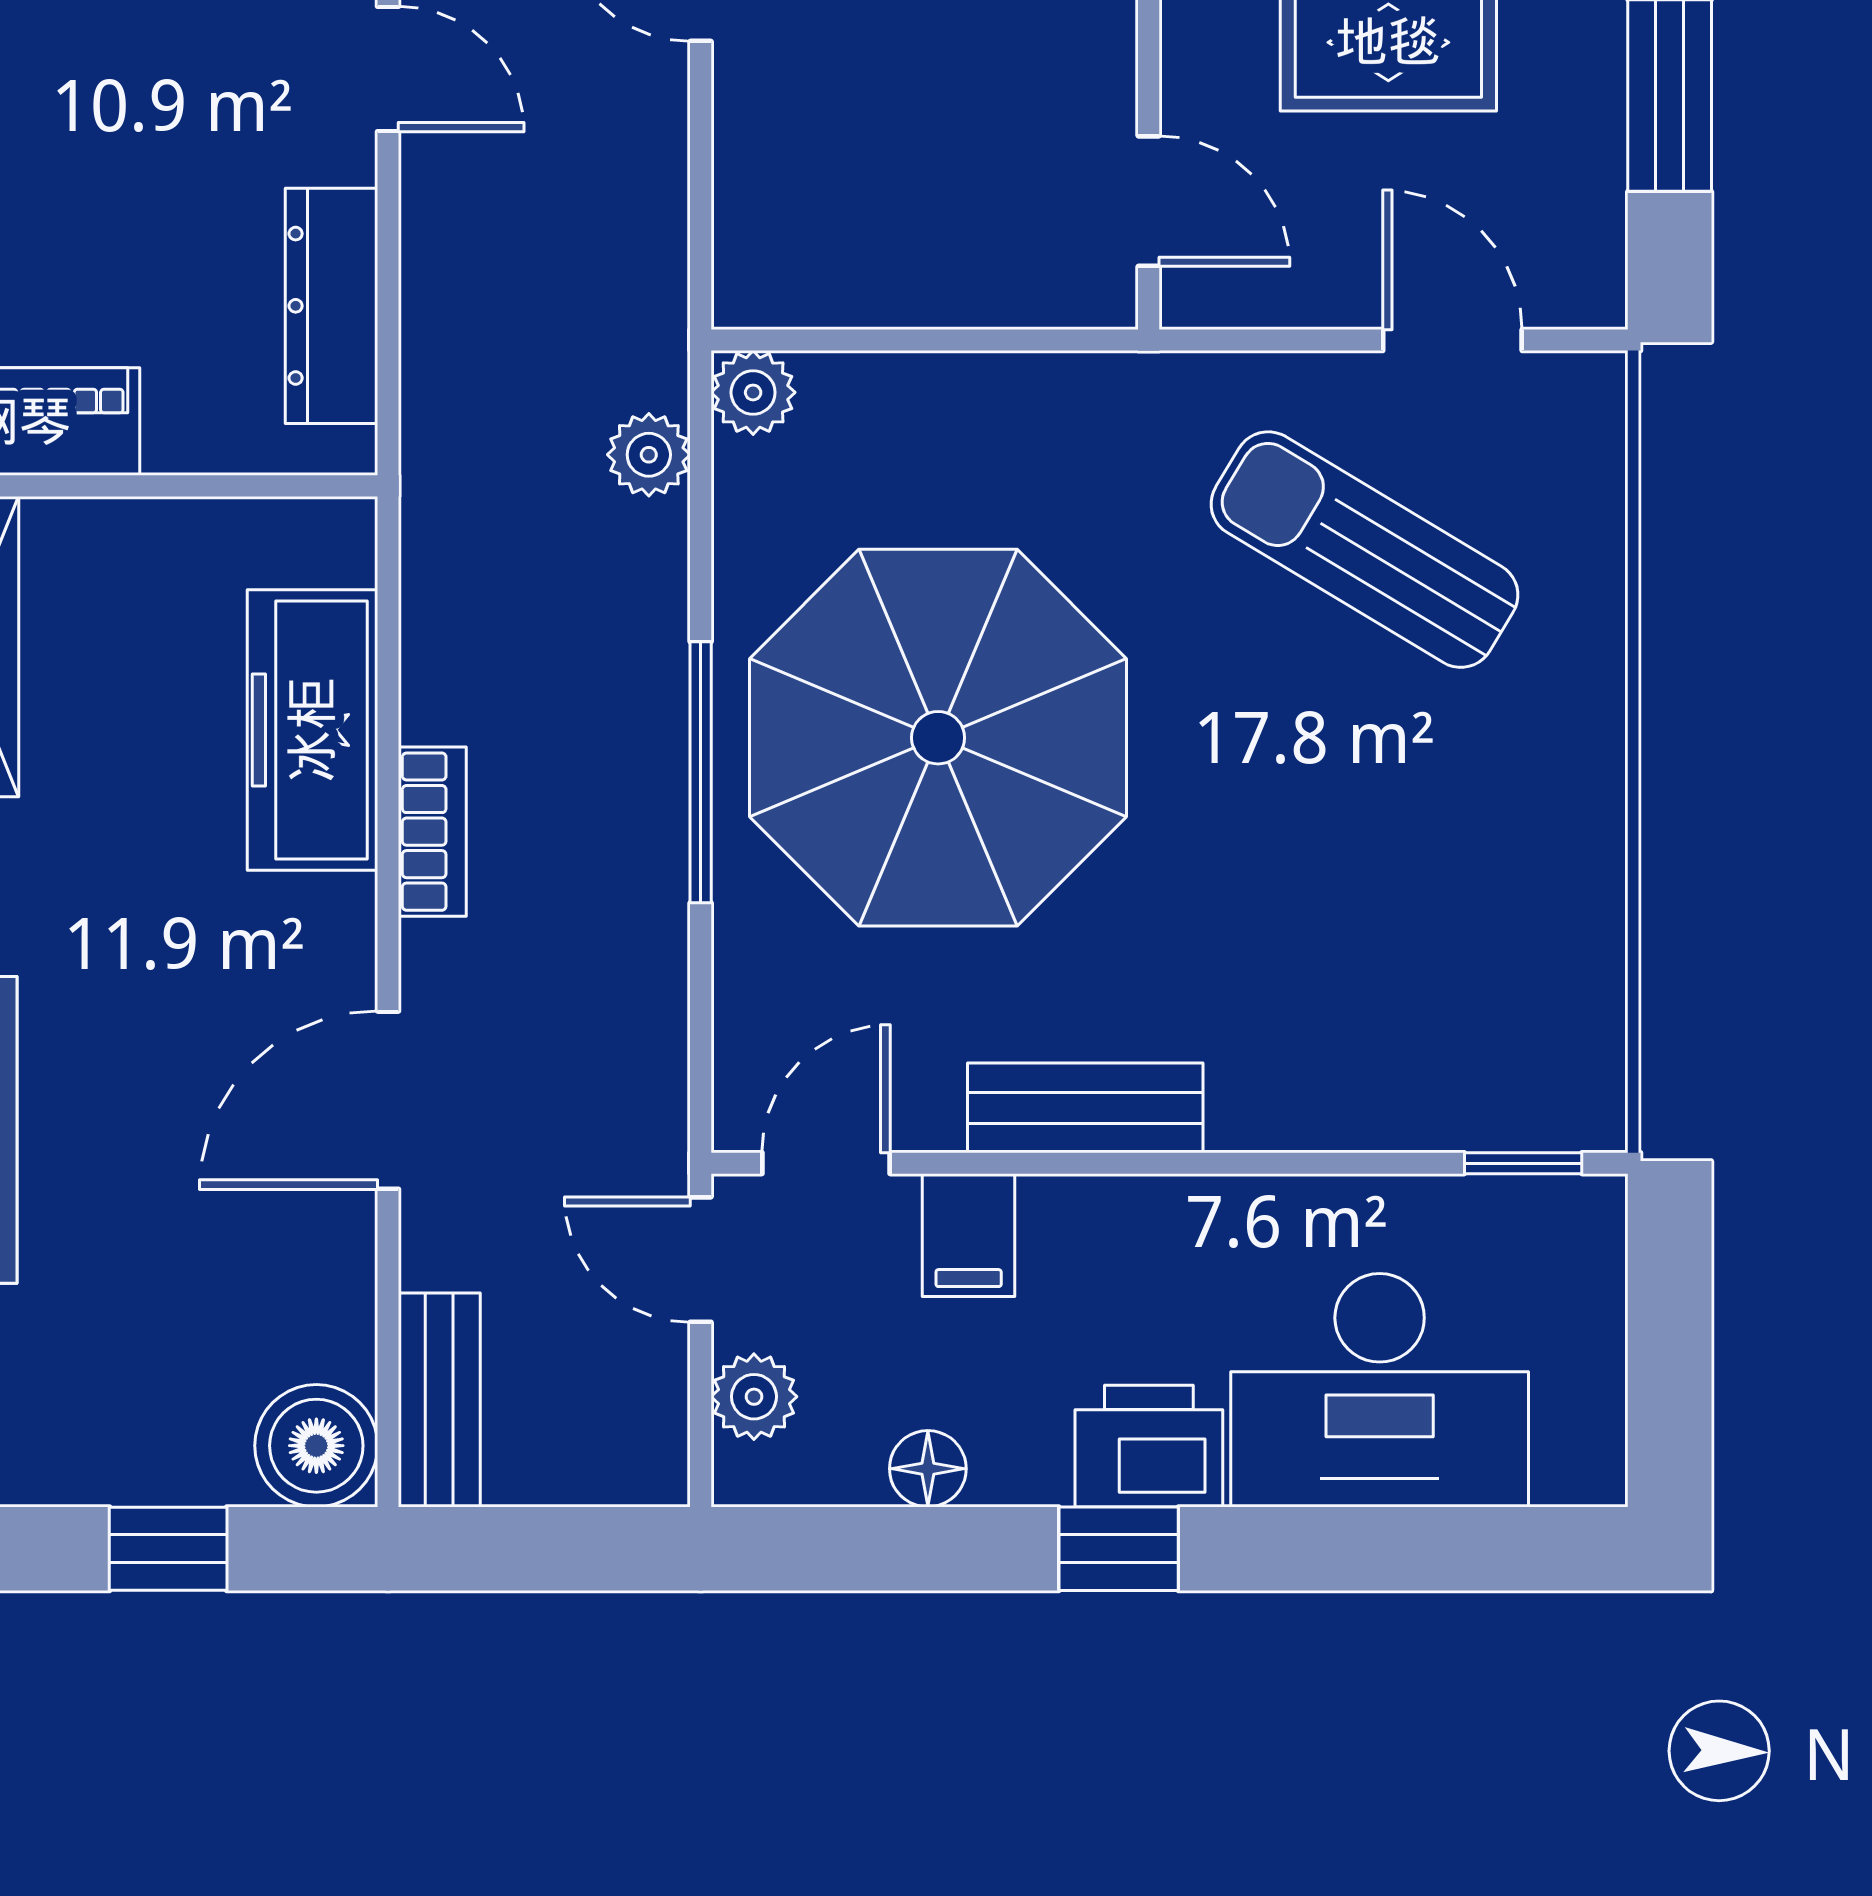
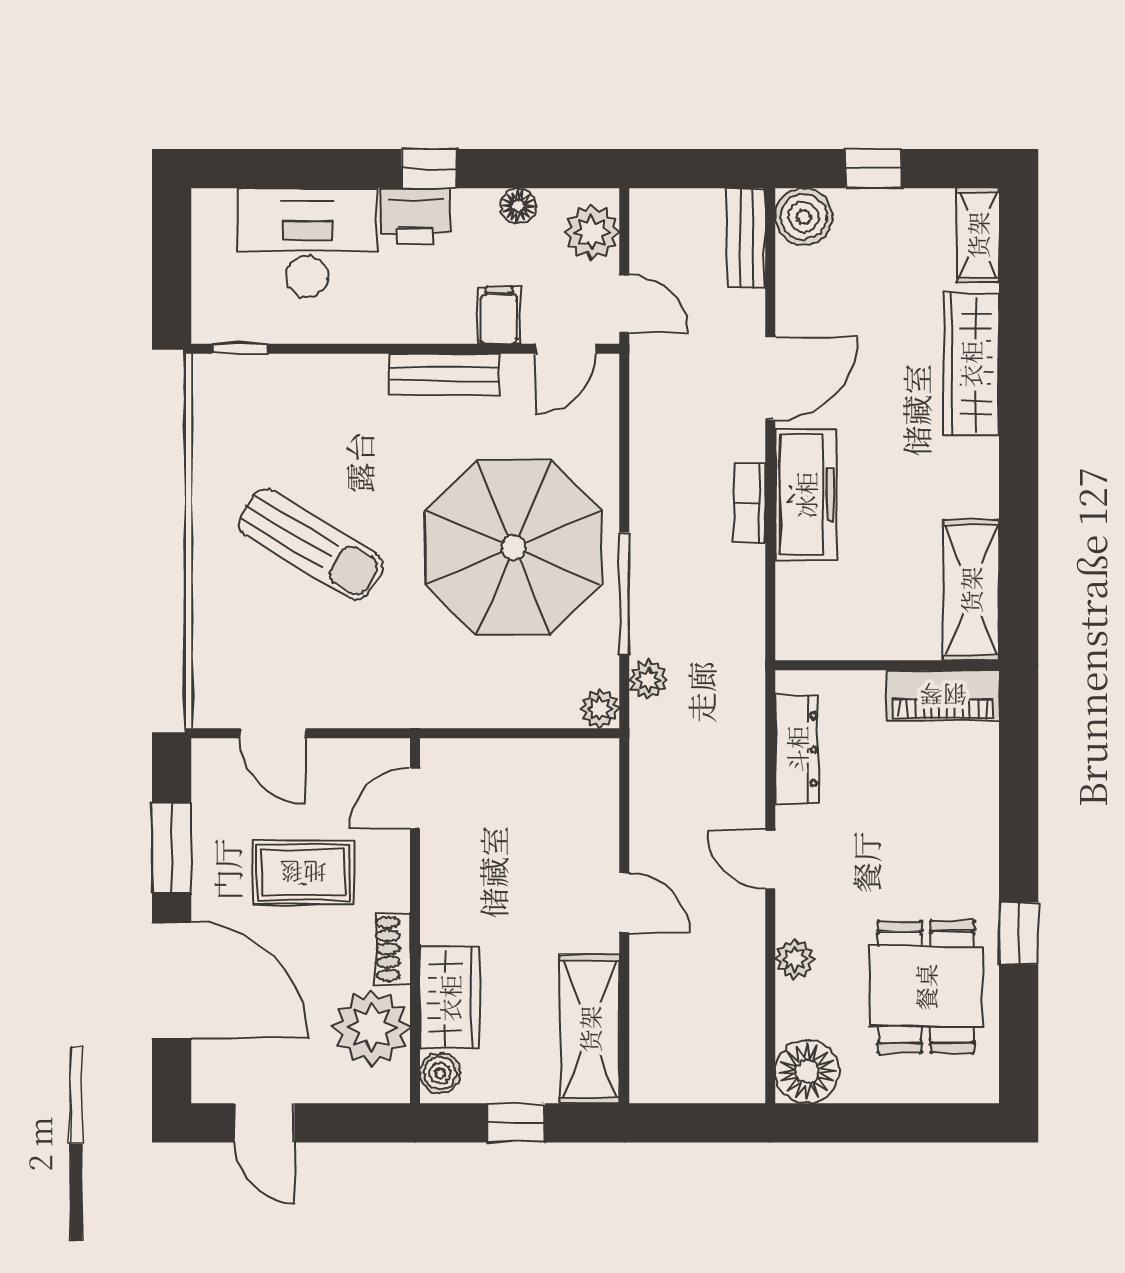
door: (1149, 201) -> (415, 798), hinge flipped
sun lounger: (1364, 550) -> (311, 544), moved
freezer: (312, 730) -> (806, 495), moved
window: (701, 772) -> (624, 594), moved
plant: (754, 1397) -> (592, 232), width x1.38, depth x1.38

